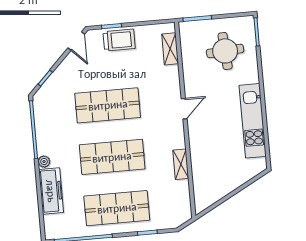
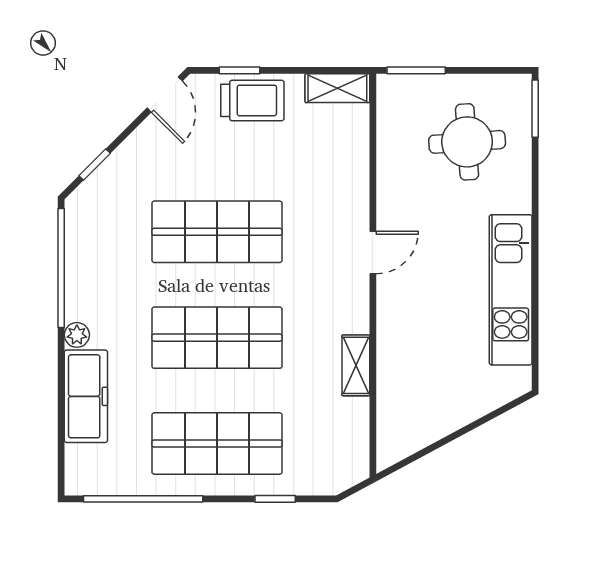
shelving: (170, 49) -> (337, 88), moved, turned 90

